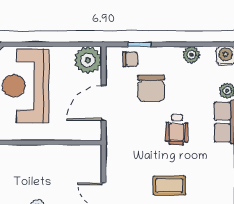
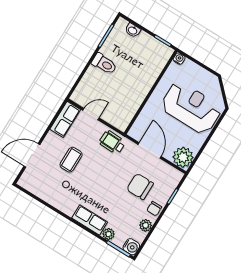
chair: (130, 59) -> (154, 209), moved
wheelchair: (177, 130) -> (112, 142), moved

